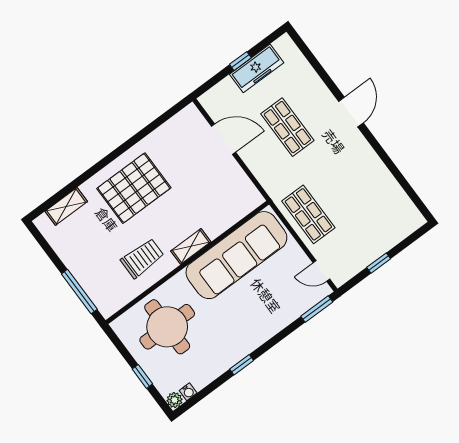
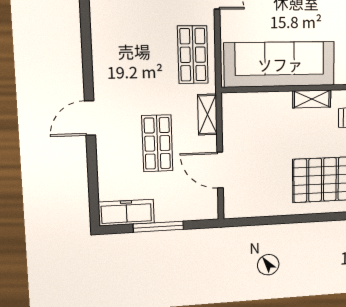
window: (240, 61) -> (158, 227), width x2.17
freezer: (257, 68) -> (126, 213), moved
shelving: (265, 176) -> (207, 115), added

